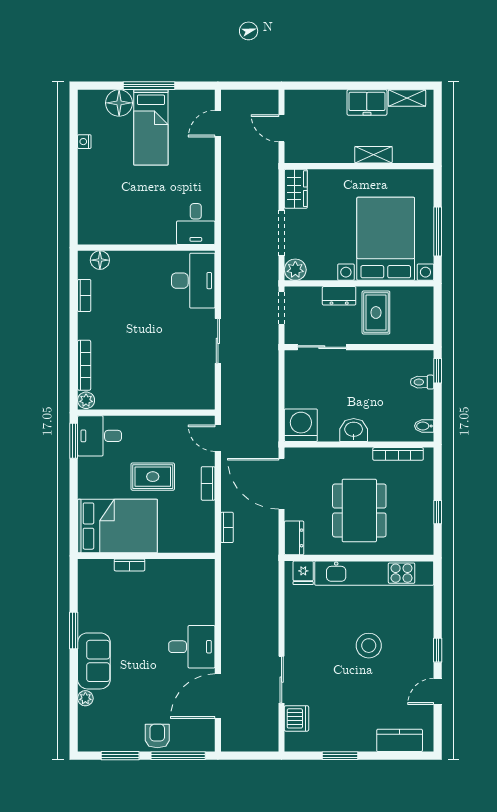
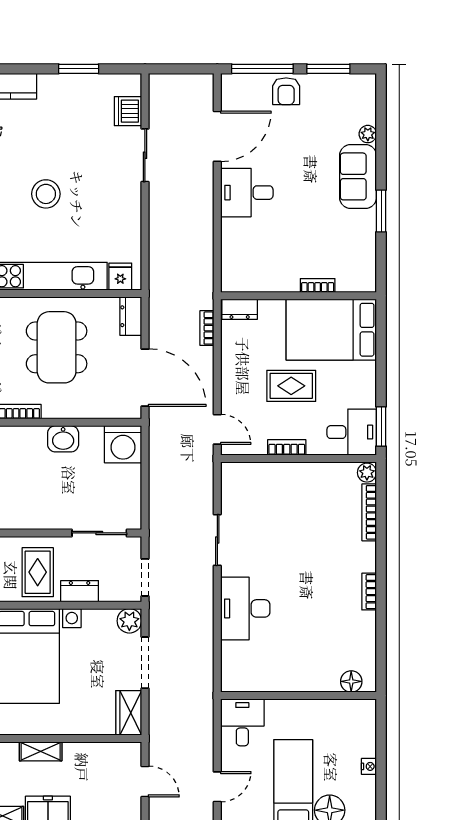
desk: (196, 224) -> (242, 722), moved
wall: (146, 248) -> (299, 696), moved
floor lamp: (100, 260) -> (351, 681), moved
bookcase: (208, 483) -> (287, 447), moved, turned -90
dresser: (198, 544) -> (240, 309), added

